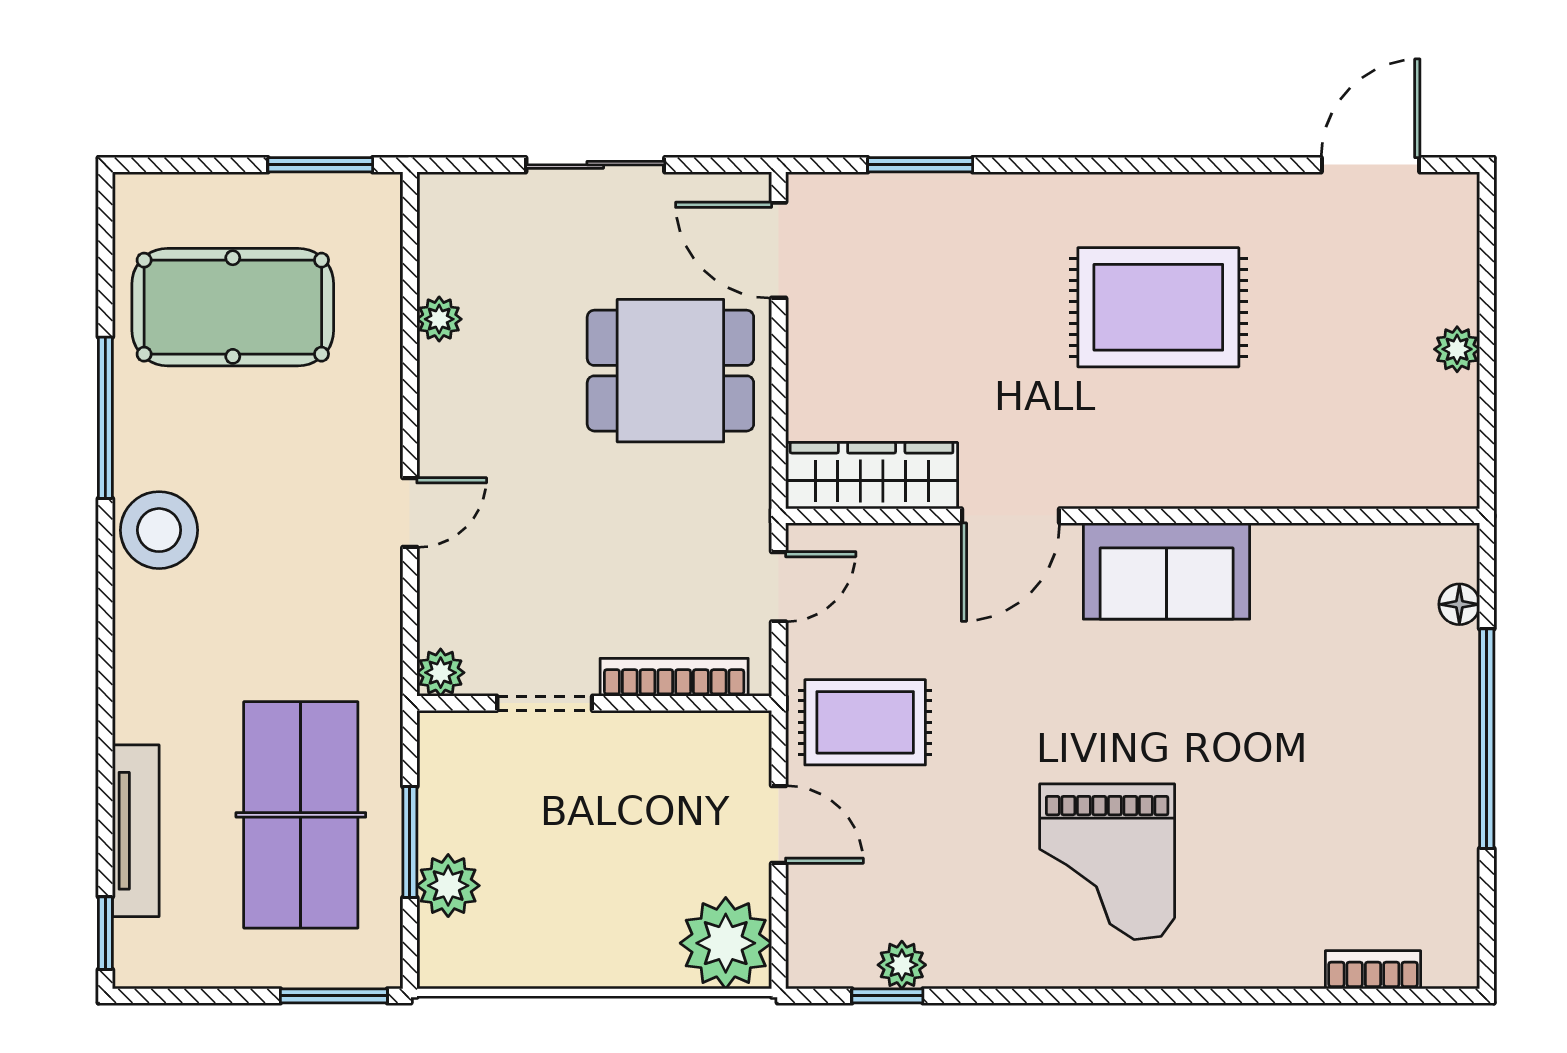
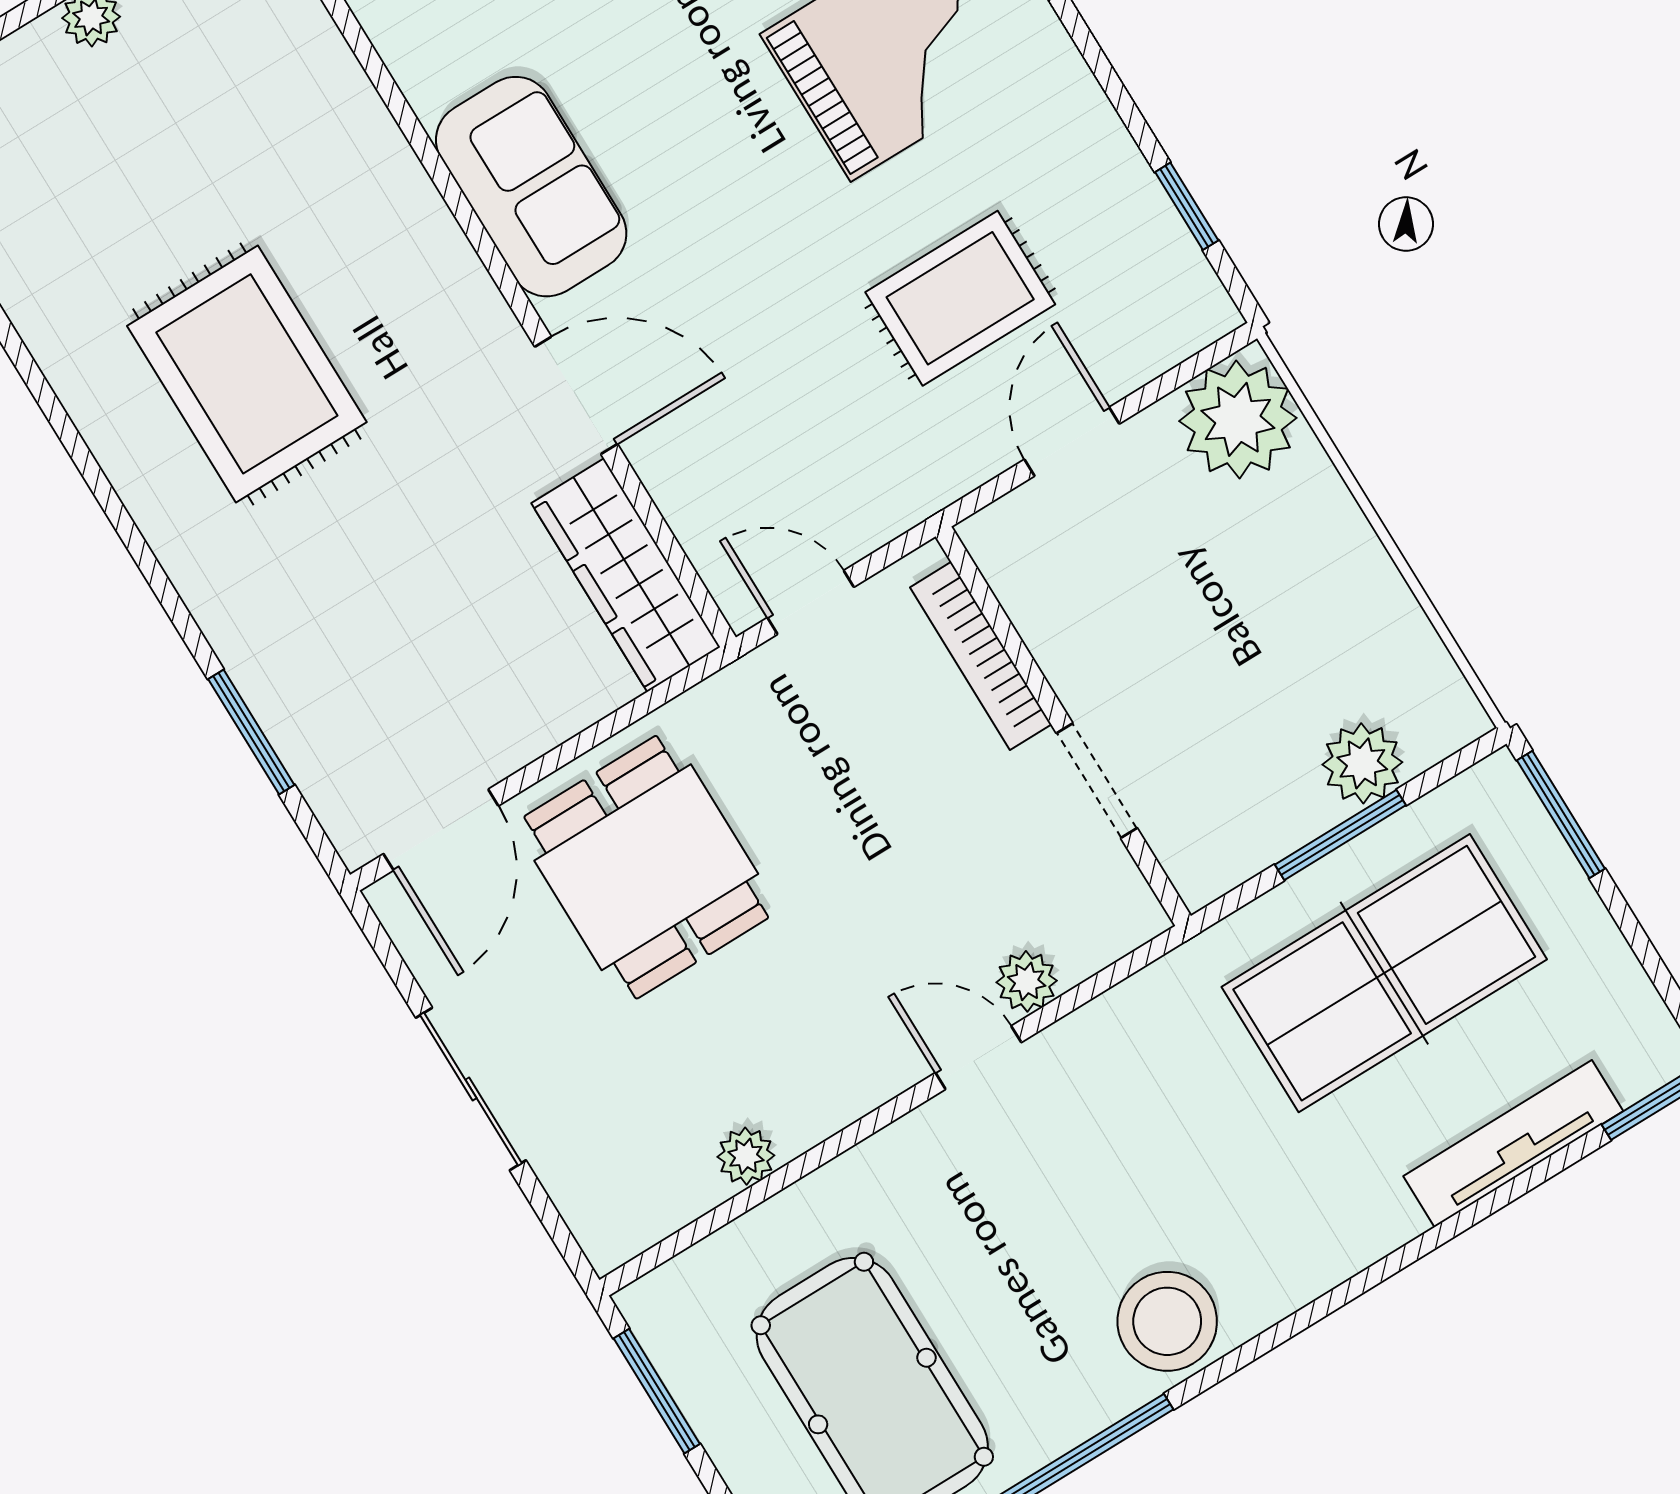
plant: (441, 673) -> (1027, 981), moved
rug: (865, 722) -> (960, 298), moved, turned 90
plant: (902, 965) -> (1143, 211), removed

